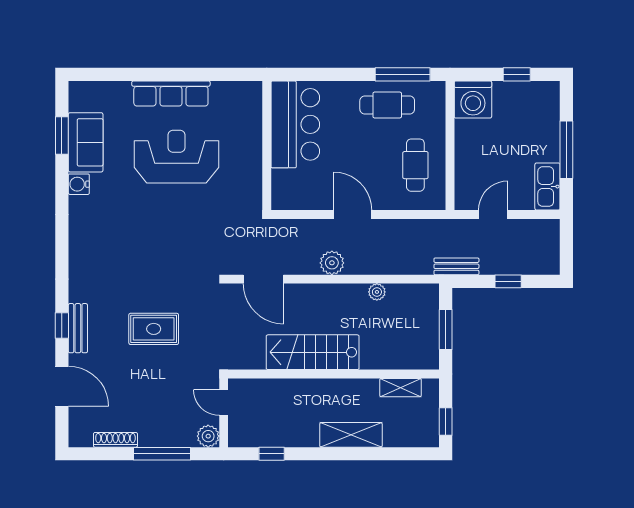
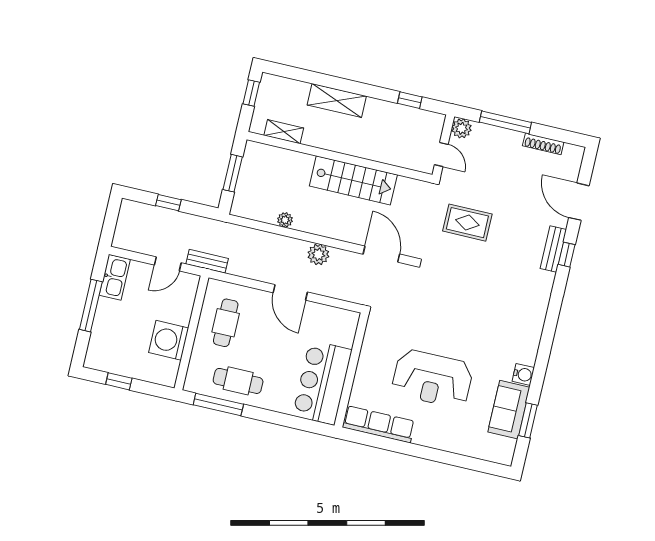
row of seats: (171, 93) -> (379, 424), moved
washing machine: (473, 99) -> (169, 340), moved, turned -90
bench: (456, 266) -> (207, 261), moved
rug: (154, 329) -> (467, 223), moved

